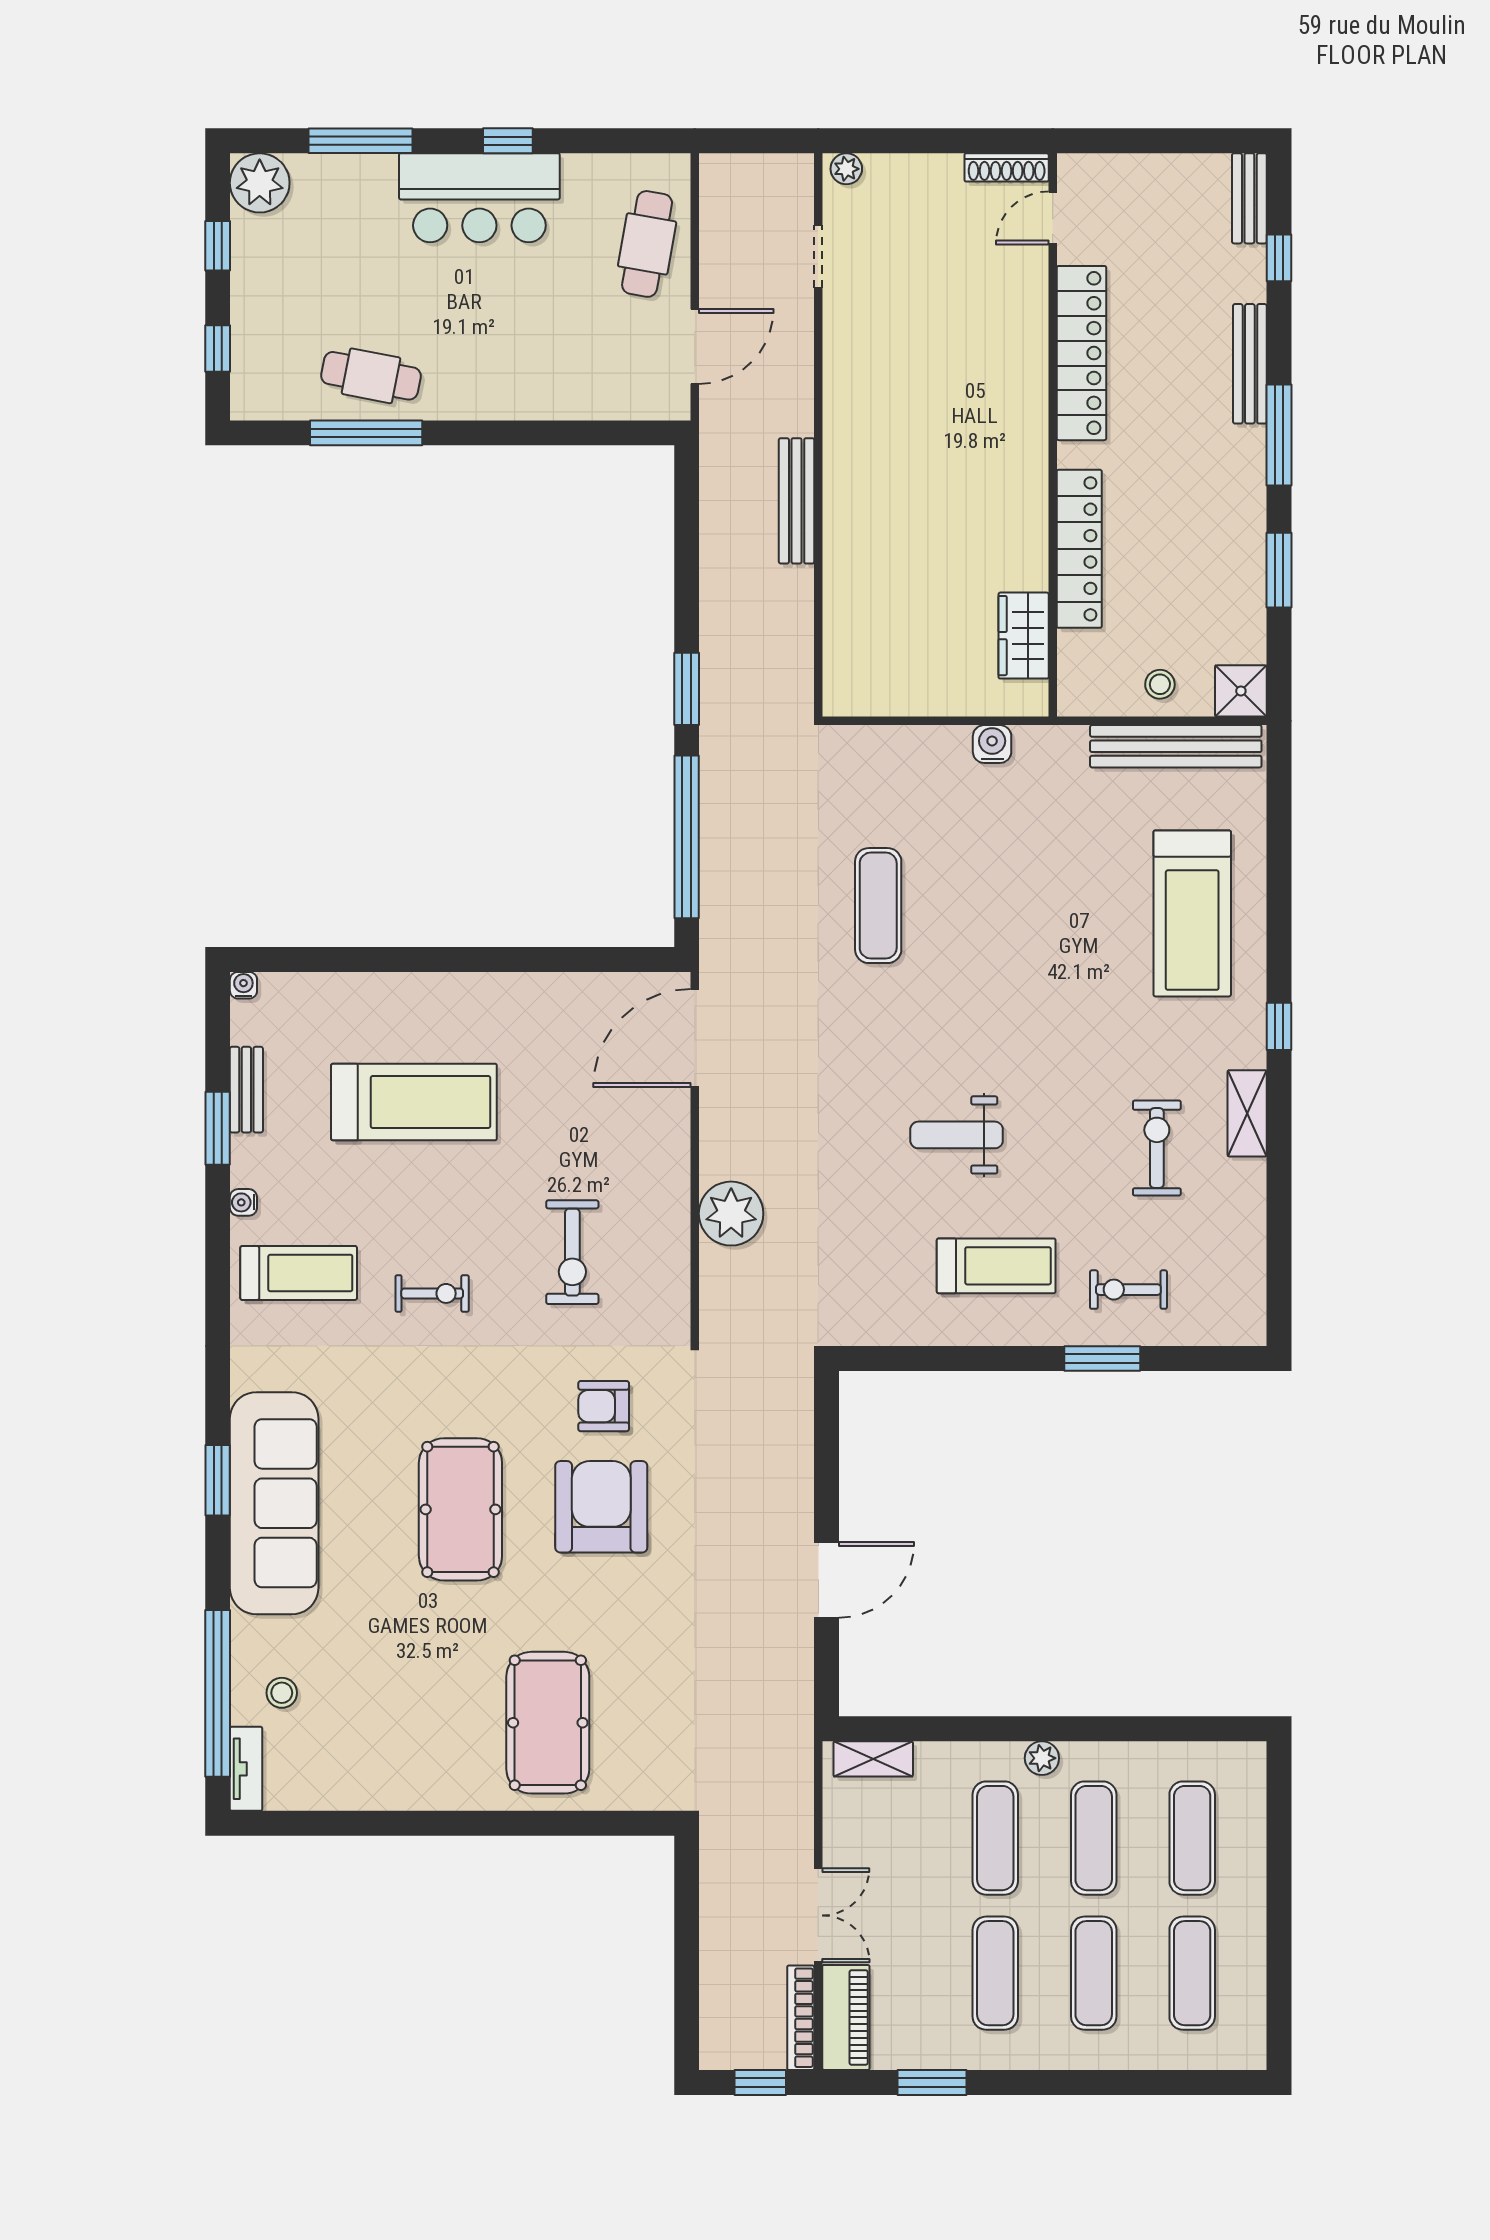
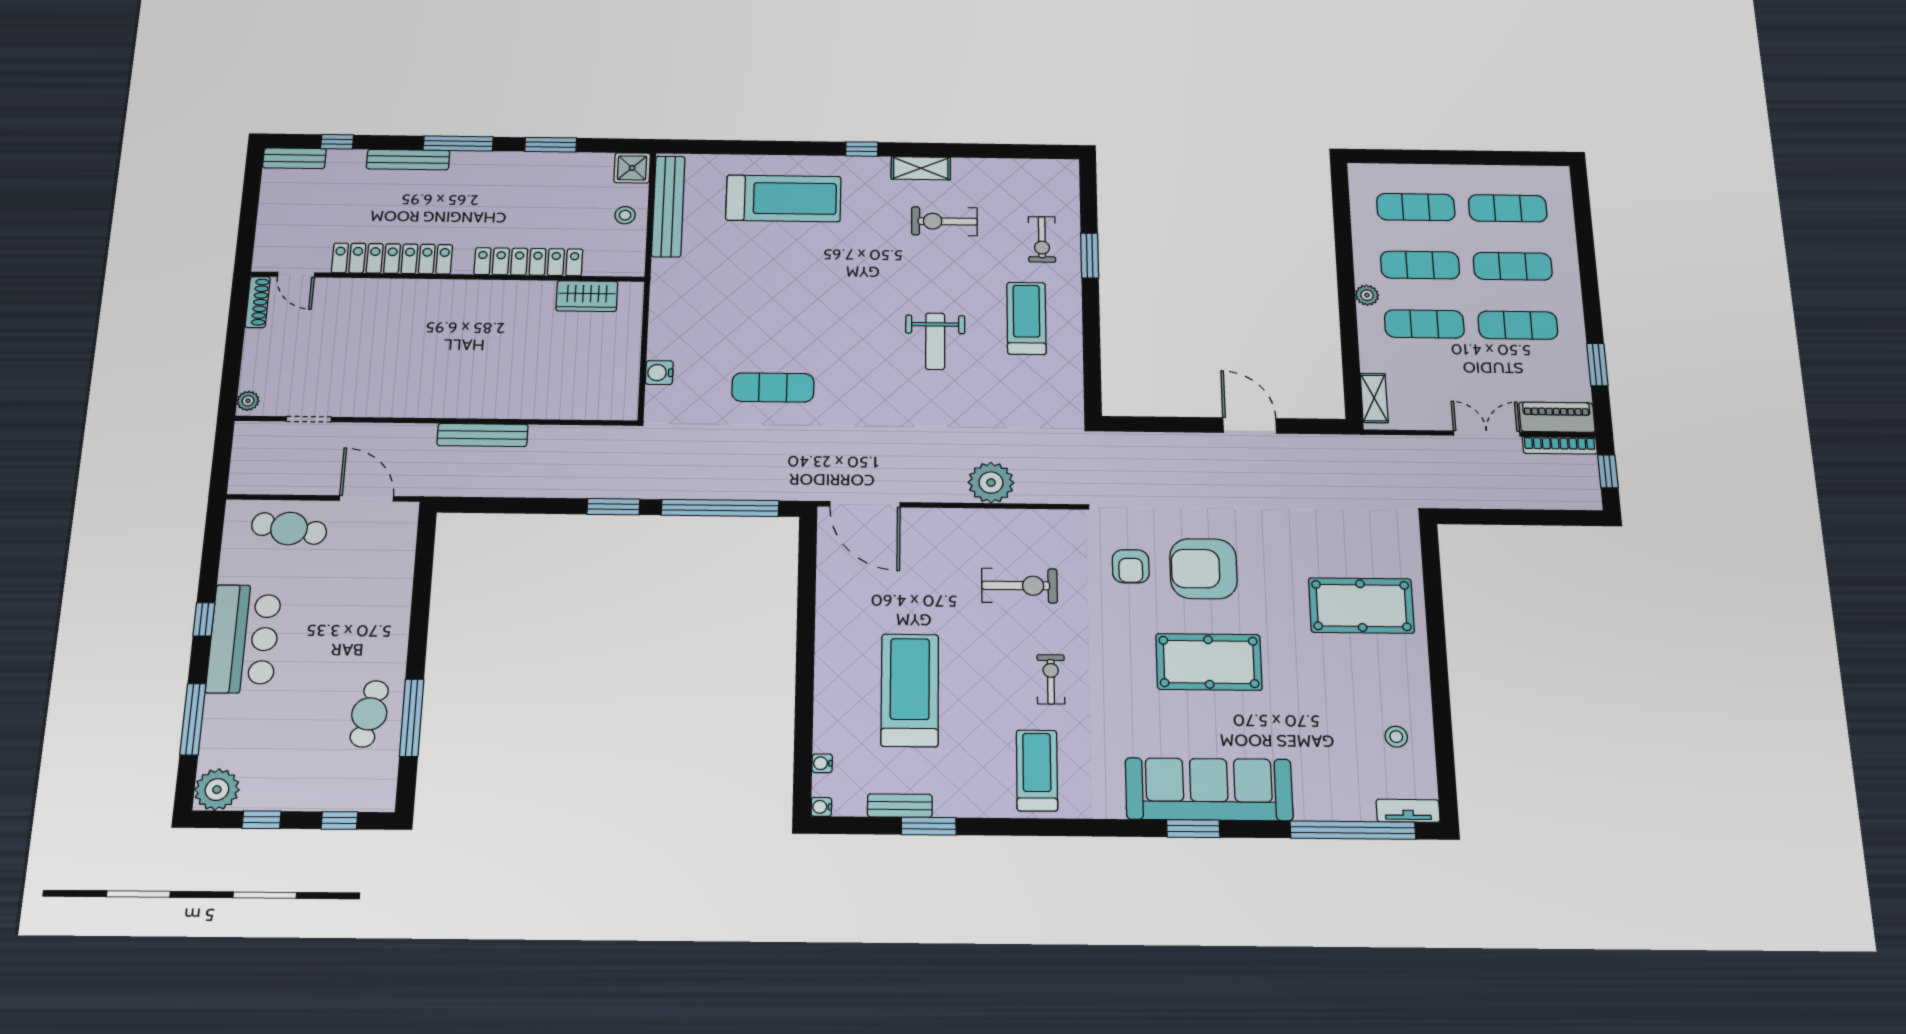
water cooler: (992, 744) -> (659, 373), moved
water cooler: (243, 1202) -> (822, 763), moved, turned 90
stool: (282, 1693) -> (1396, 737), moved

